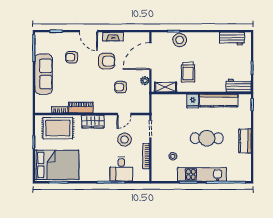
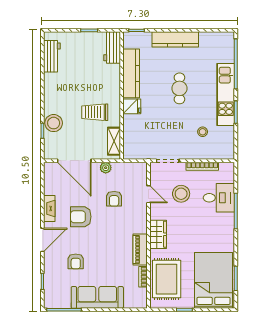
armchair: (107, 61) -> (81, 217), turned -90
trolley: (188, 72) -> (95, 112), turned 180
cafe table: (207, 138) -> (179, 88), width x0.73, depth x0.74
kitchen counter: (245, 141) -> (175, 39), width x1.50

